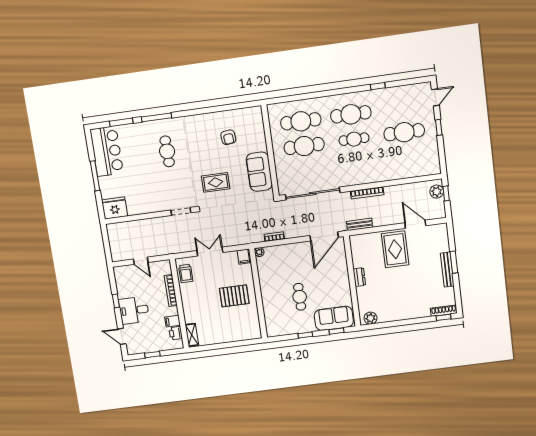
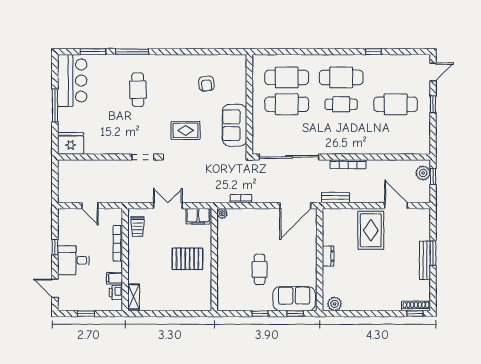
filing cabinet: (243, 257) -> (198, 216), width x2.00

